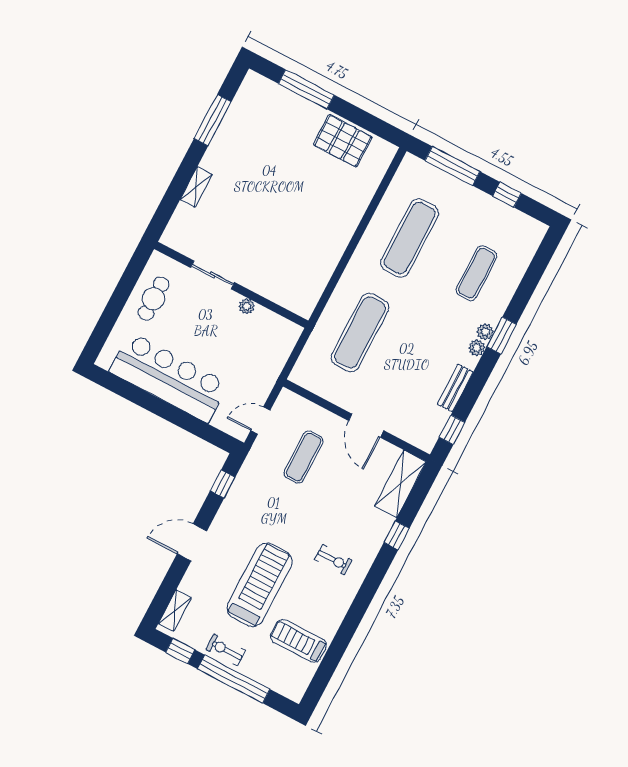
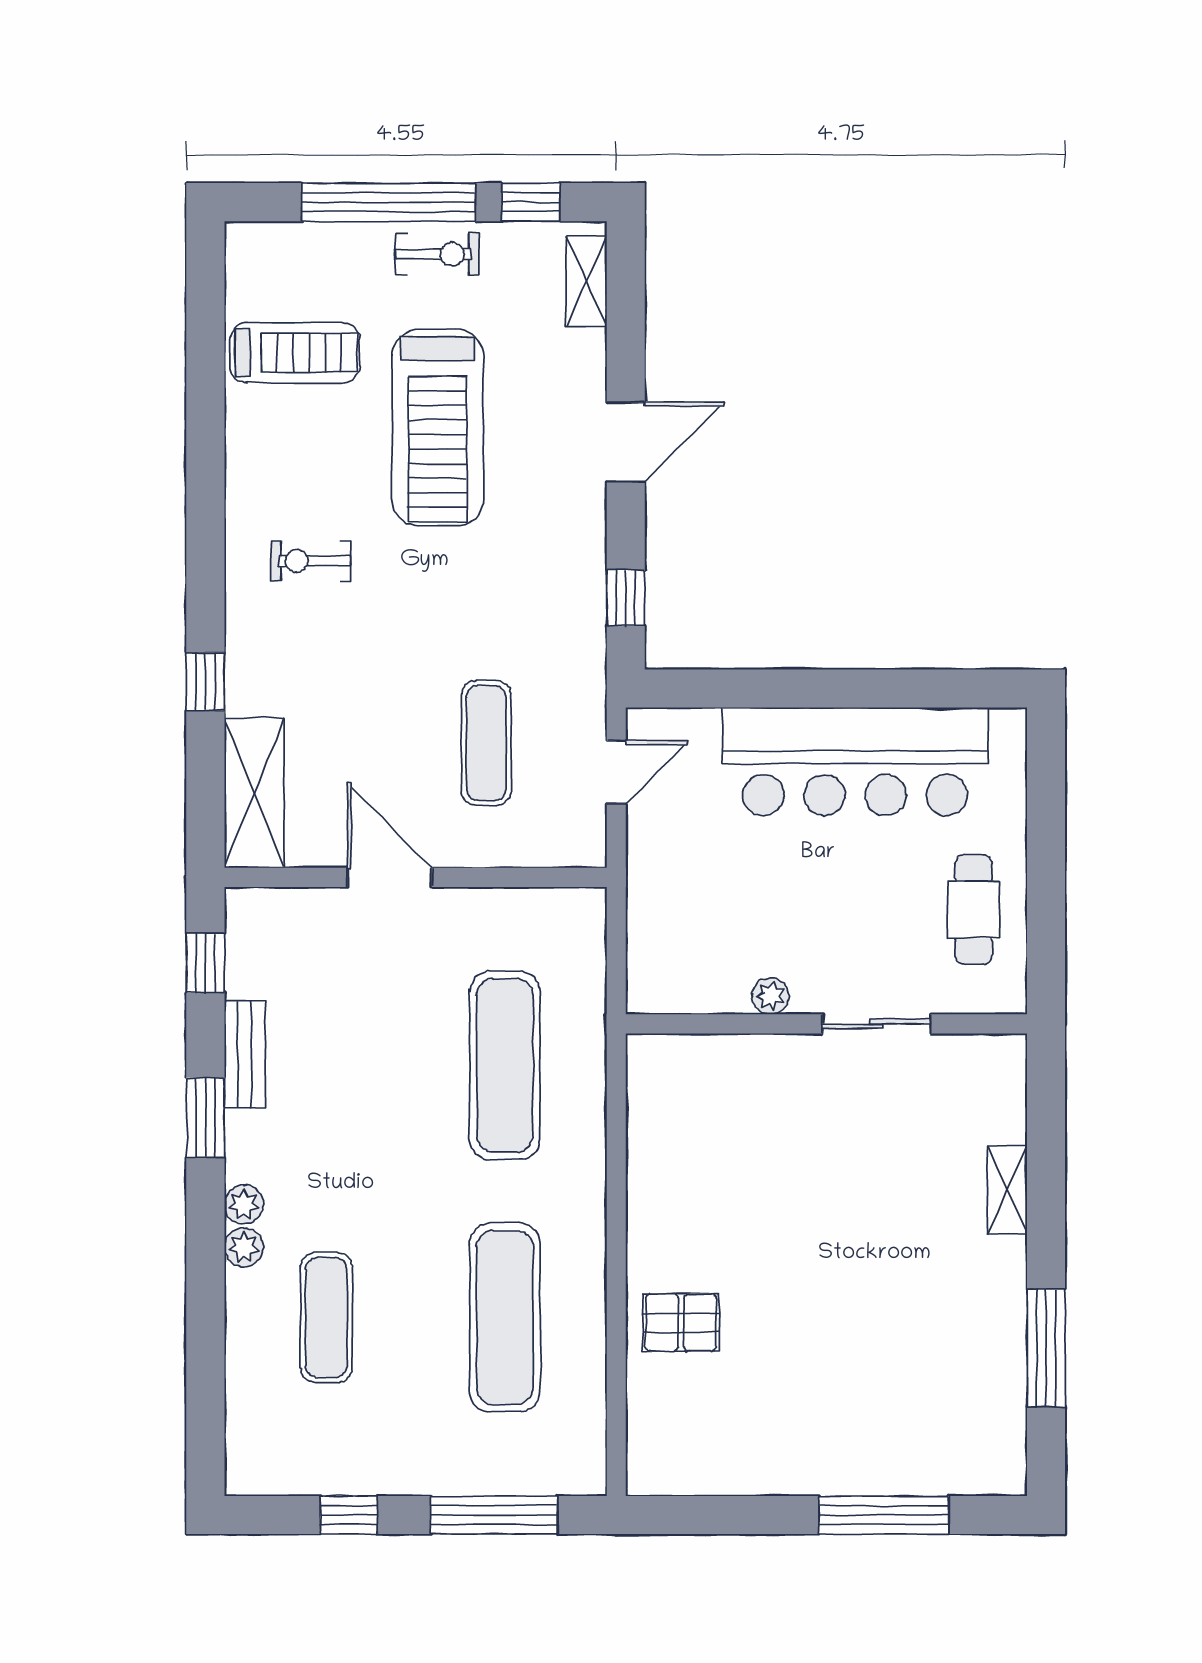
pallet: (343, 141) -> (681, 1322), moved, width x0.67, depth x0.71
window: (502, 336) -> (205, 1117), moved
plant: (477, 348) -> (244, 1247), moved

